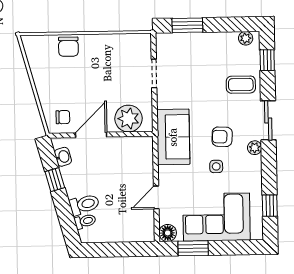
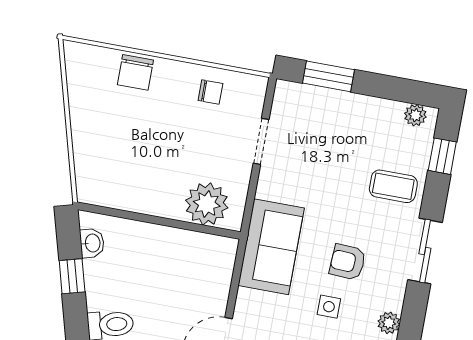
chair: (63, 117) -> (210, 92), moved
door: (91, 135) -> (143, 218), removed
plant: (255, 148) -> (389, 323), moved

